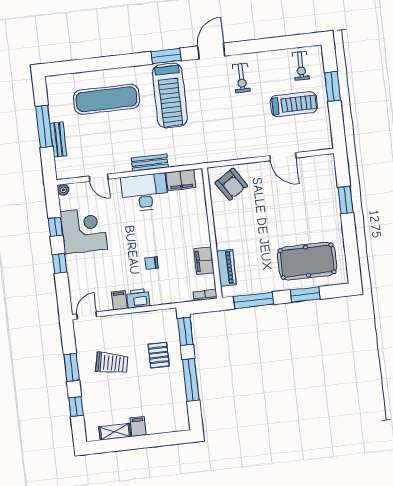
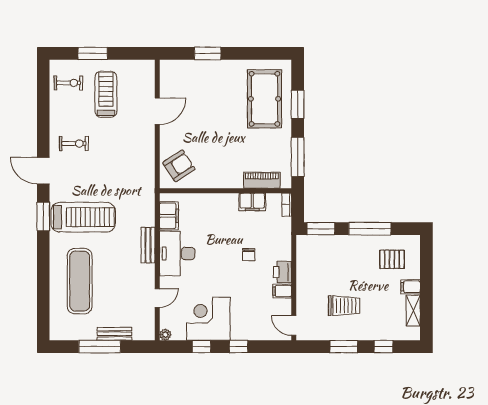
pallet: (159, 355) -> (392, 259), moved
trolley: (112, 363) -> (344, 306), turned 78

